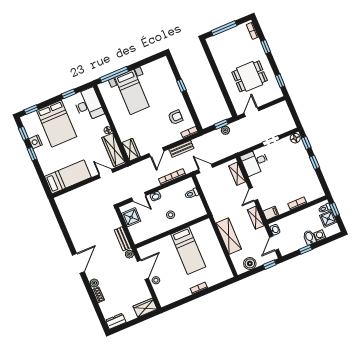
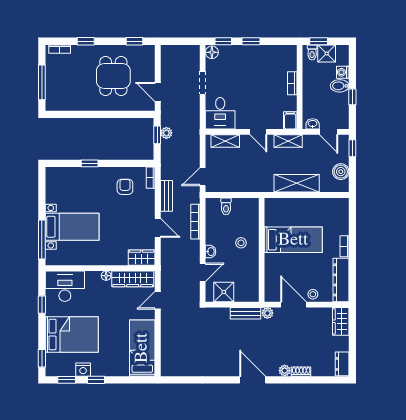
dresser: (174, 296) -> (341, 280), added

